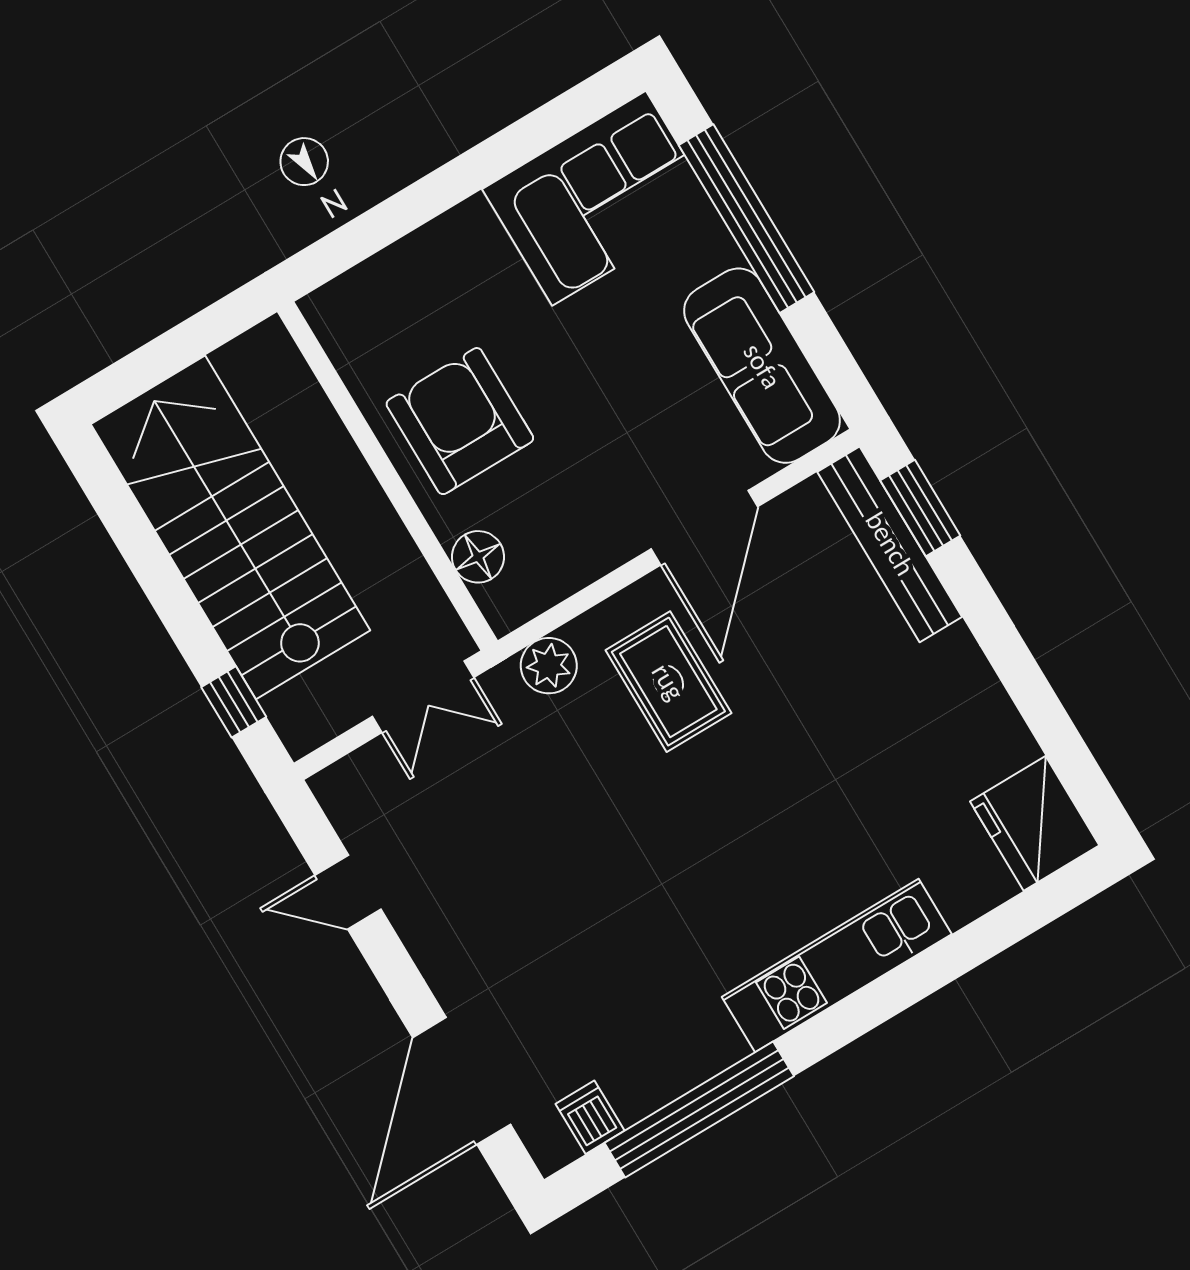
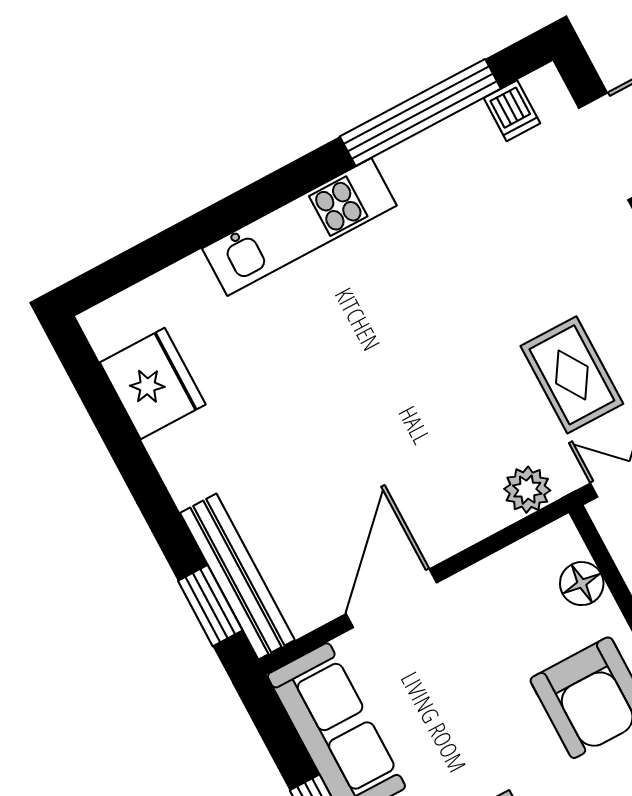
rug: (668, 682) -> (572, 375), moved
fridge: (1035, 823) -> (153, 383), moved

